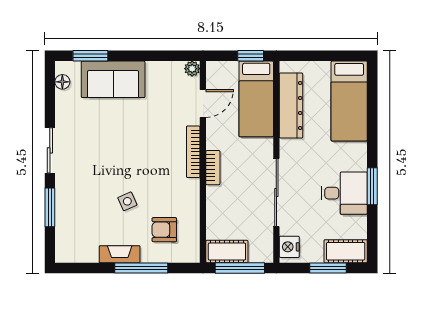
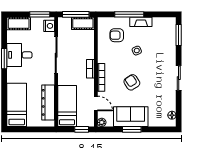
window: (90, 56) -> (132, 129), moved
window: (251, 56) -> (82, 129), moved
sofa: (113, 79) -> (131, 117), moved
door: (203, 103) -> (96, 103), swing flipped
armchair: (136, 143) -> (132, 82), added
window: (50, 207) -> (179, 35), moved
armchair: (164, 230) -> (117, 35), turned 180
window: (328, 268) -> (40, 14), moved

